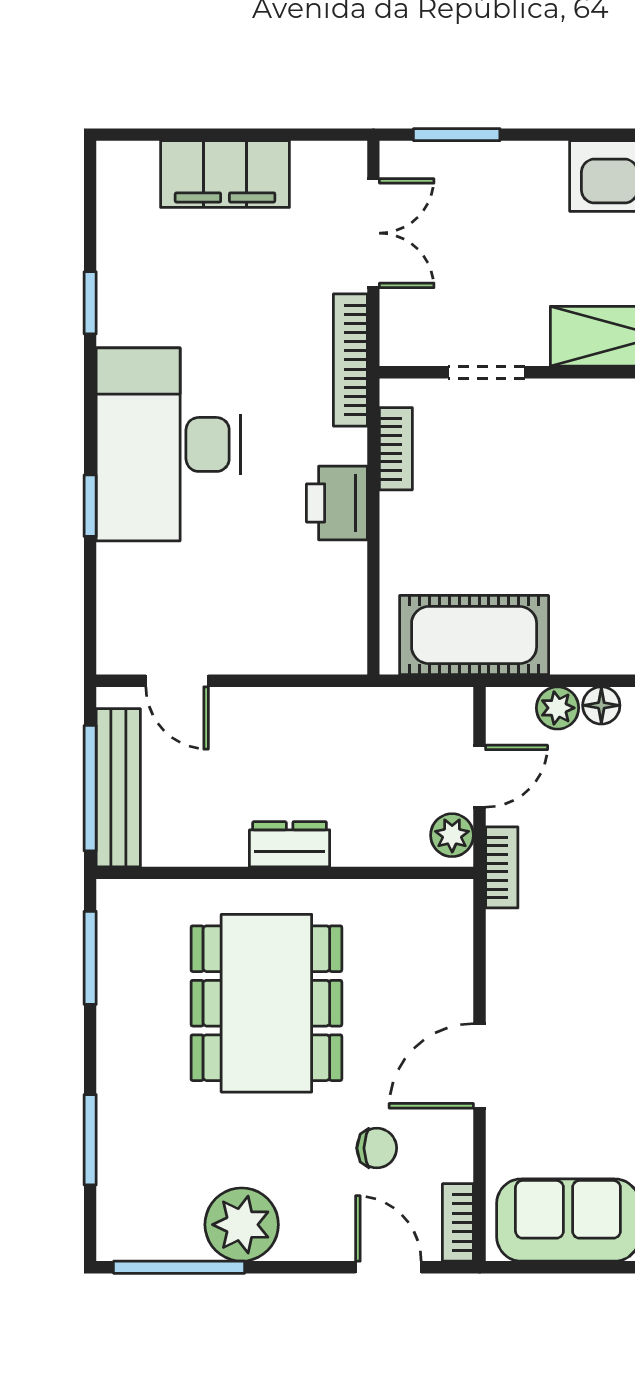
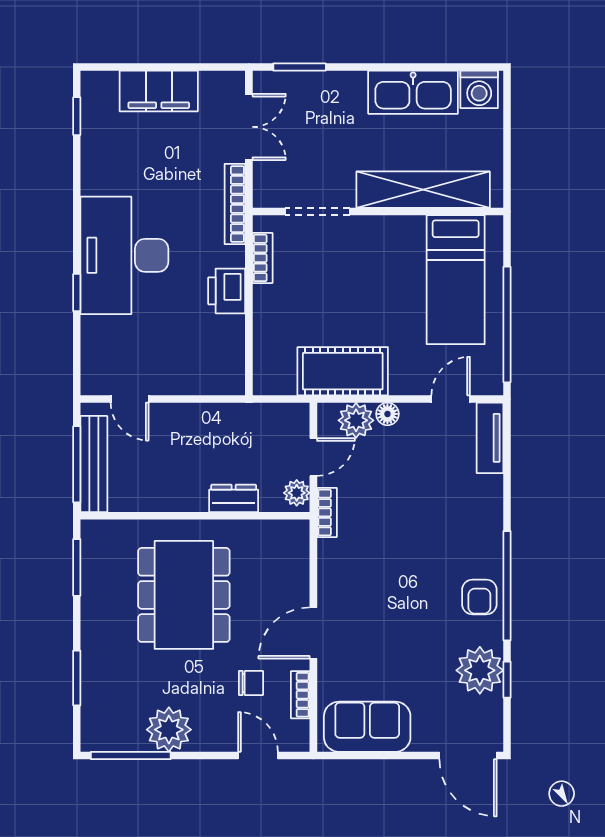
window: (90, 303) -> (77, 116), moved
doorway: (486, 372) -> (318, 211), width x1.38
cot: (474, 635) -> (343, 371), moved
plant: (558, 708) -> (356, 420), width x1.38, depth x1.38
dresser: (290, 844) -> (234, 498), moved
bookcase: (458, 1222) -> (300, 695), moved

